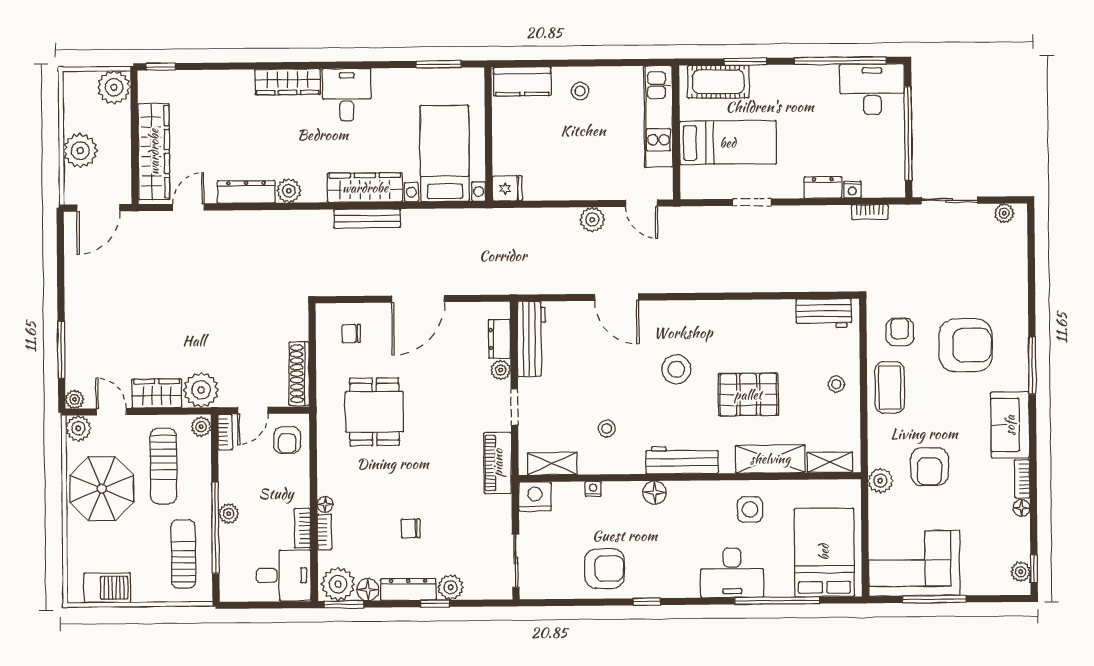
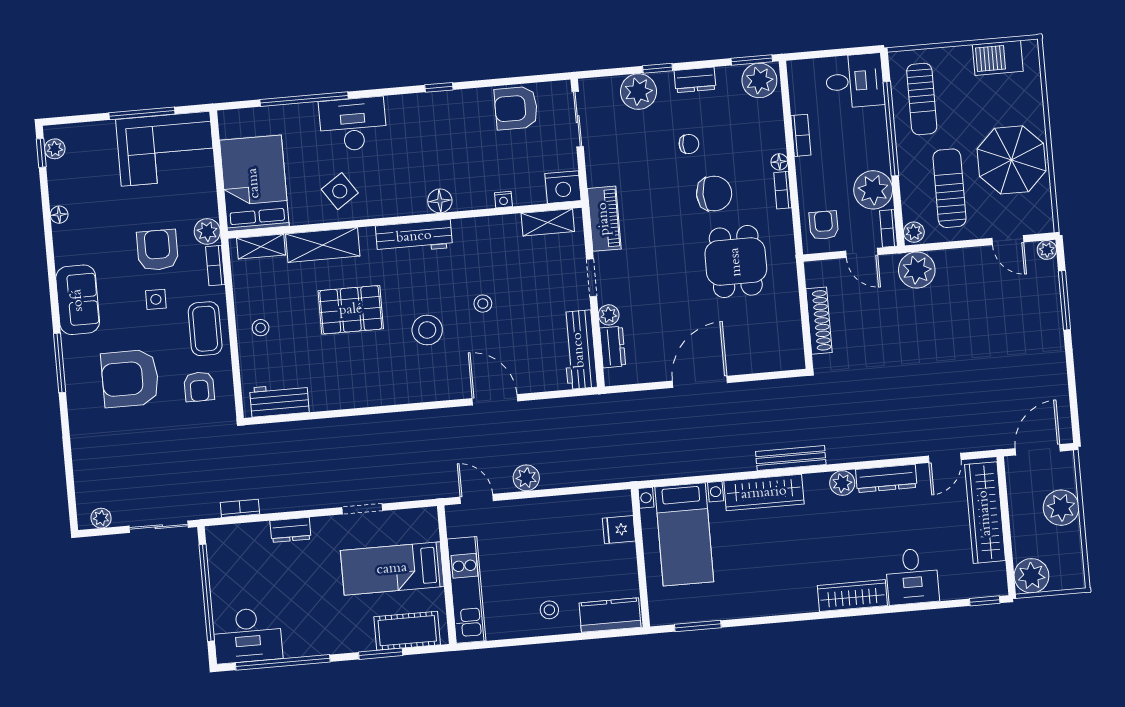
desk: (347, 95) -> (912, 576), moved
fridge: (507, 188) -> (619, 530), moved
nightstand: (852, 190) -> (260, 530), removed
bench: (367, 218) -> (791, 458), moved
chair: (351, 334) -> (714, 194), moved, width x1.87, depth x1.87
shoe rack: (299, 374) -> (819, 321), moved
wardrobe: (157, 393) -> (962, 263), removed
door: (253, 411) -> (862, 253), swing flipped
side table: (935, 419) -> (156, 299), added
plant: (78, 428) -> (1041, 220), removed
stool: (607, 428) -> (483, 304), moved
bookcase: (1022, 479) -> (215, 266), moved, turned 180
side table: (750, 509) -> (340, 191), turned -34
plant: (229, 514) -> (873, 190), moved, width x1.87, depth x1.87
bookcase: (324, 532) -> (783, 190), moved
bed: (824, 552) -> (254, 183), moved, turned 180
armchair: (604, 568) -> (516, 108), moved
desk: (283, 575) -> (855, 81), moved, turned 180
plant: (451, 587) -> (638, 92), width x1.36, depth x1.36
dresser: (408, 589) -> (695, 80), width x0.70
floor lamp: (368, 590) -> (728, 77), removed

